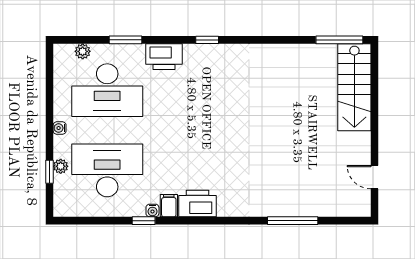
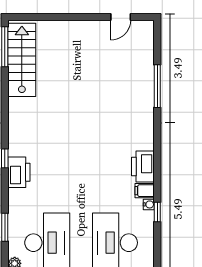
printer: (164, 57) -> (19, 172), moved
stairs: (354, 87) -> (22, 60), moved, turned -90

